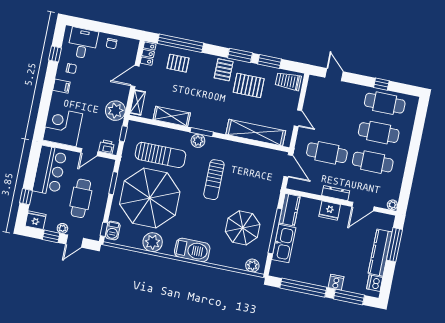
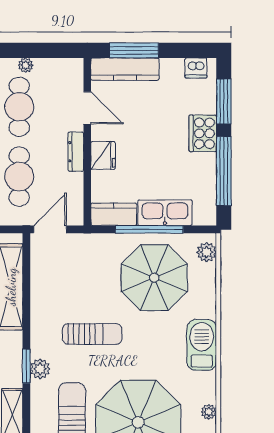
plant: (392, 205) -> (26, 65), moved
parasol: (243, 228) -> (154, 278), width x1.36, depth x1.36
plant: (153, 242) -> (209, 412), width x0.53, depth x0.53
kitchen counter: (380, 253) -> (125, 69), moved
cooker: (336, 282) -> (203, 133), width x1.87, depth x1.31

